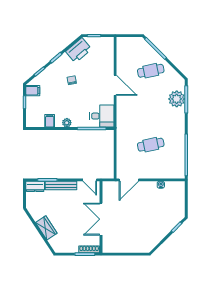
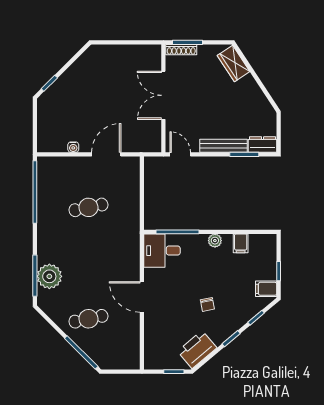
door: (129, 180) -> (106, 154), moved
double door: (101, 219) -> (163, 95), swing flipped
wardrobe: (46, 228) -> (234, 64), moved

